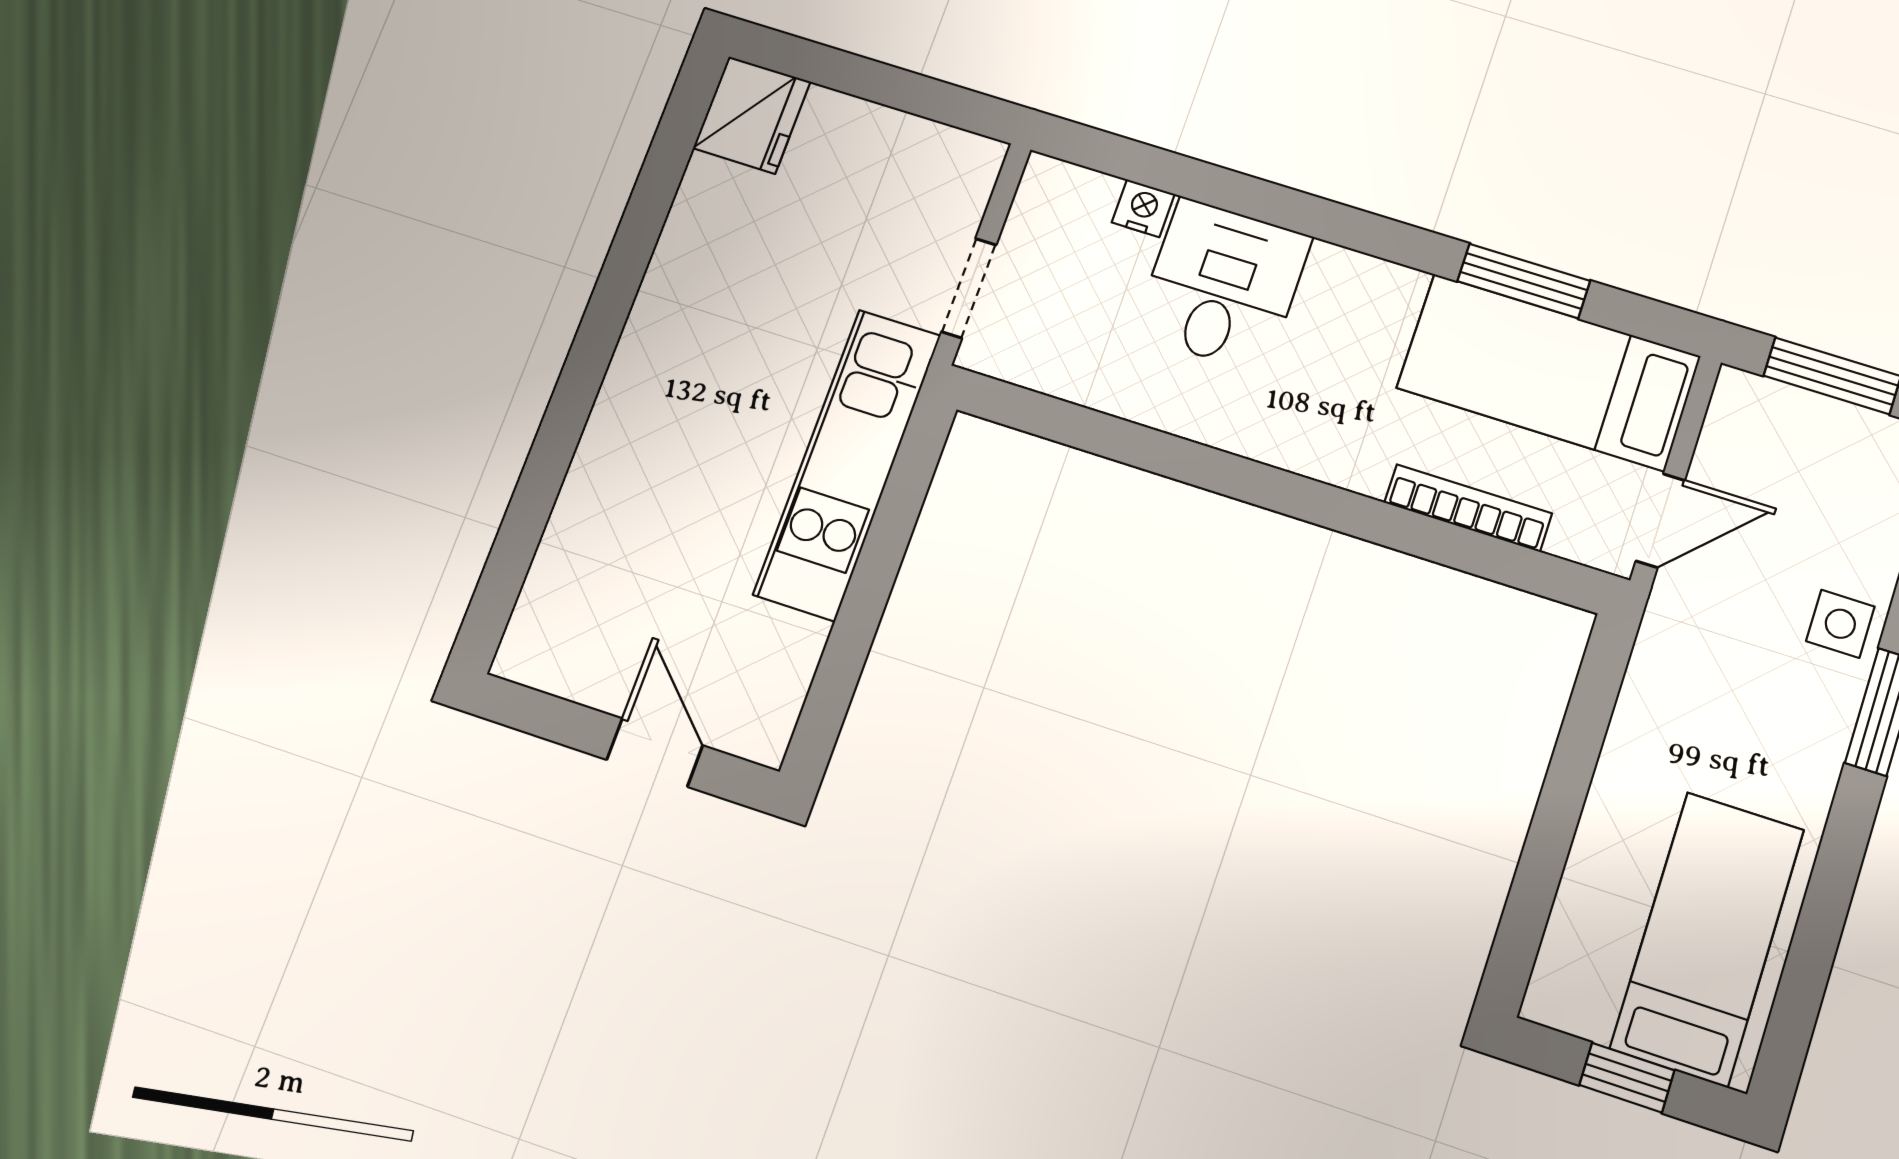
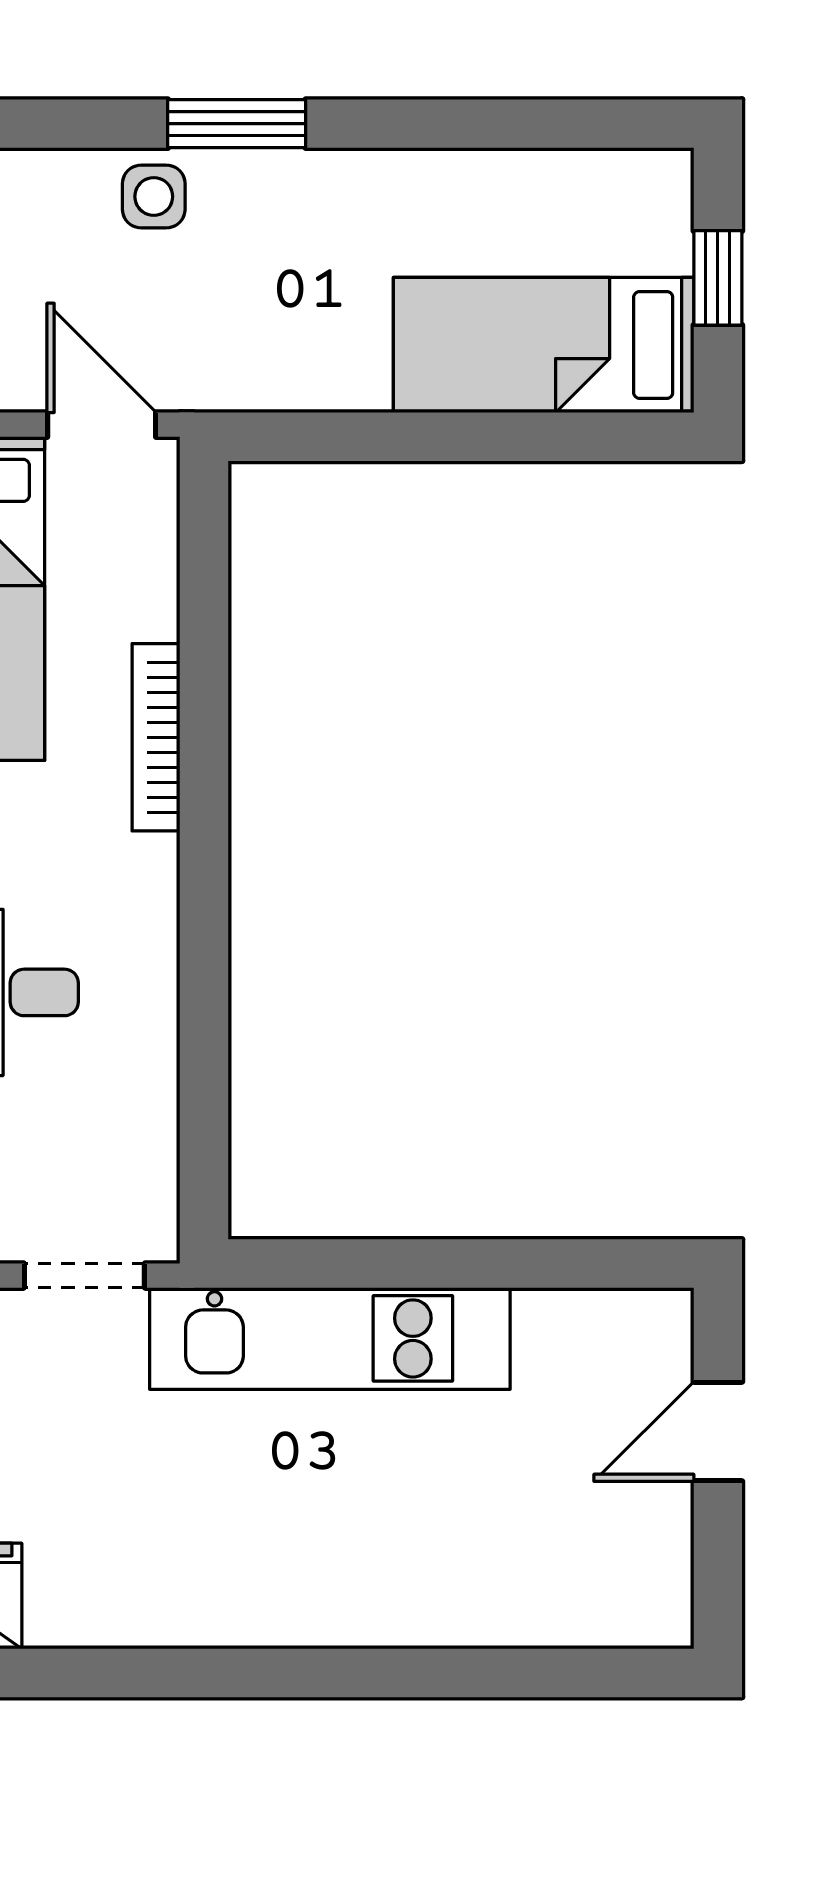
bookcase: (1468, 508) -> (156, 737), moved
bed: (1707, 939) -> (544, 345), moved

